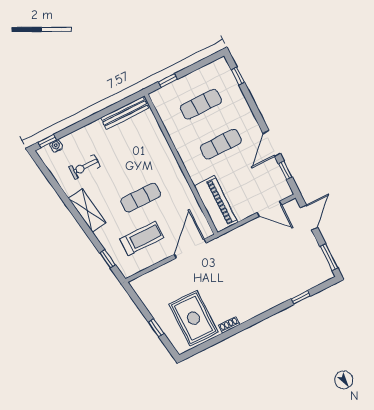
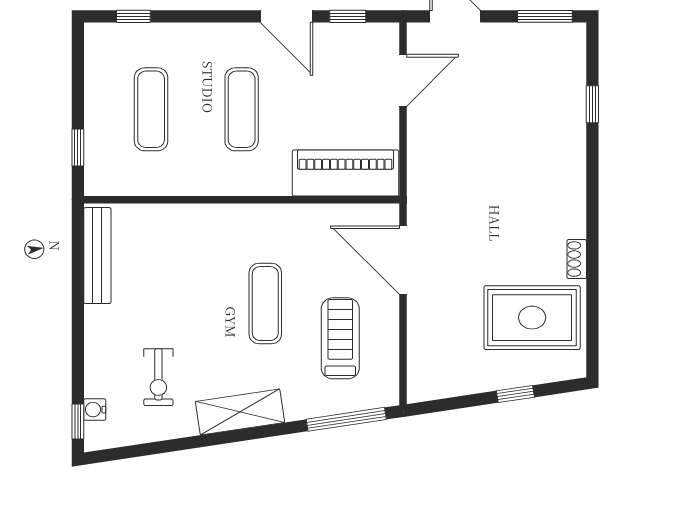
window: (108, 259) -> (346, 419), width x2.17

